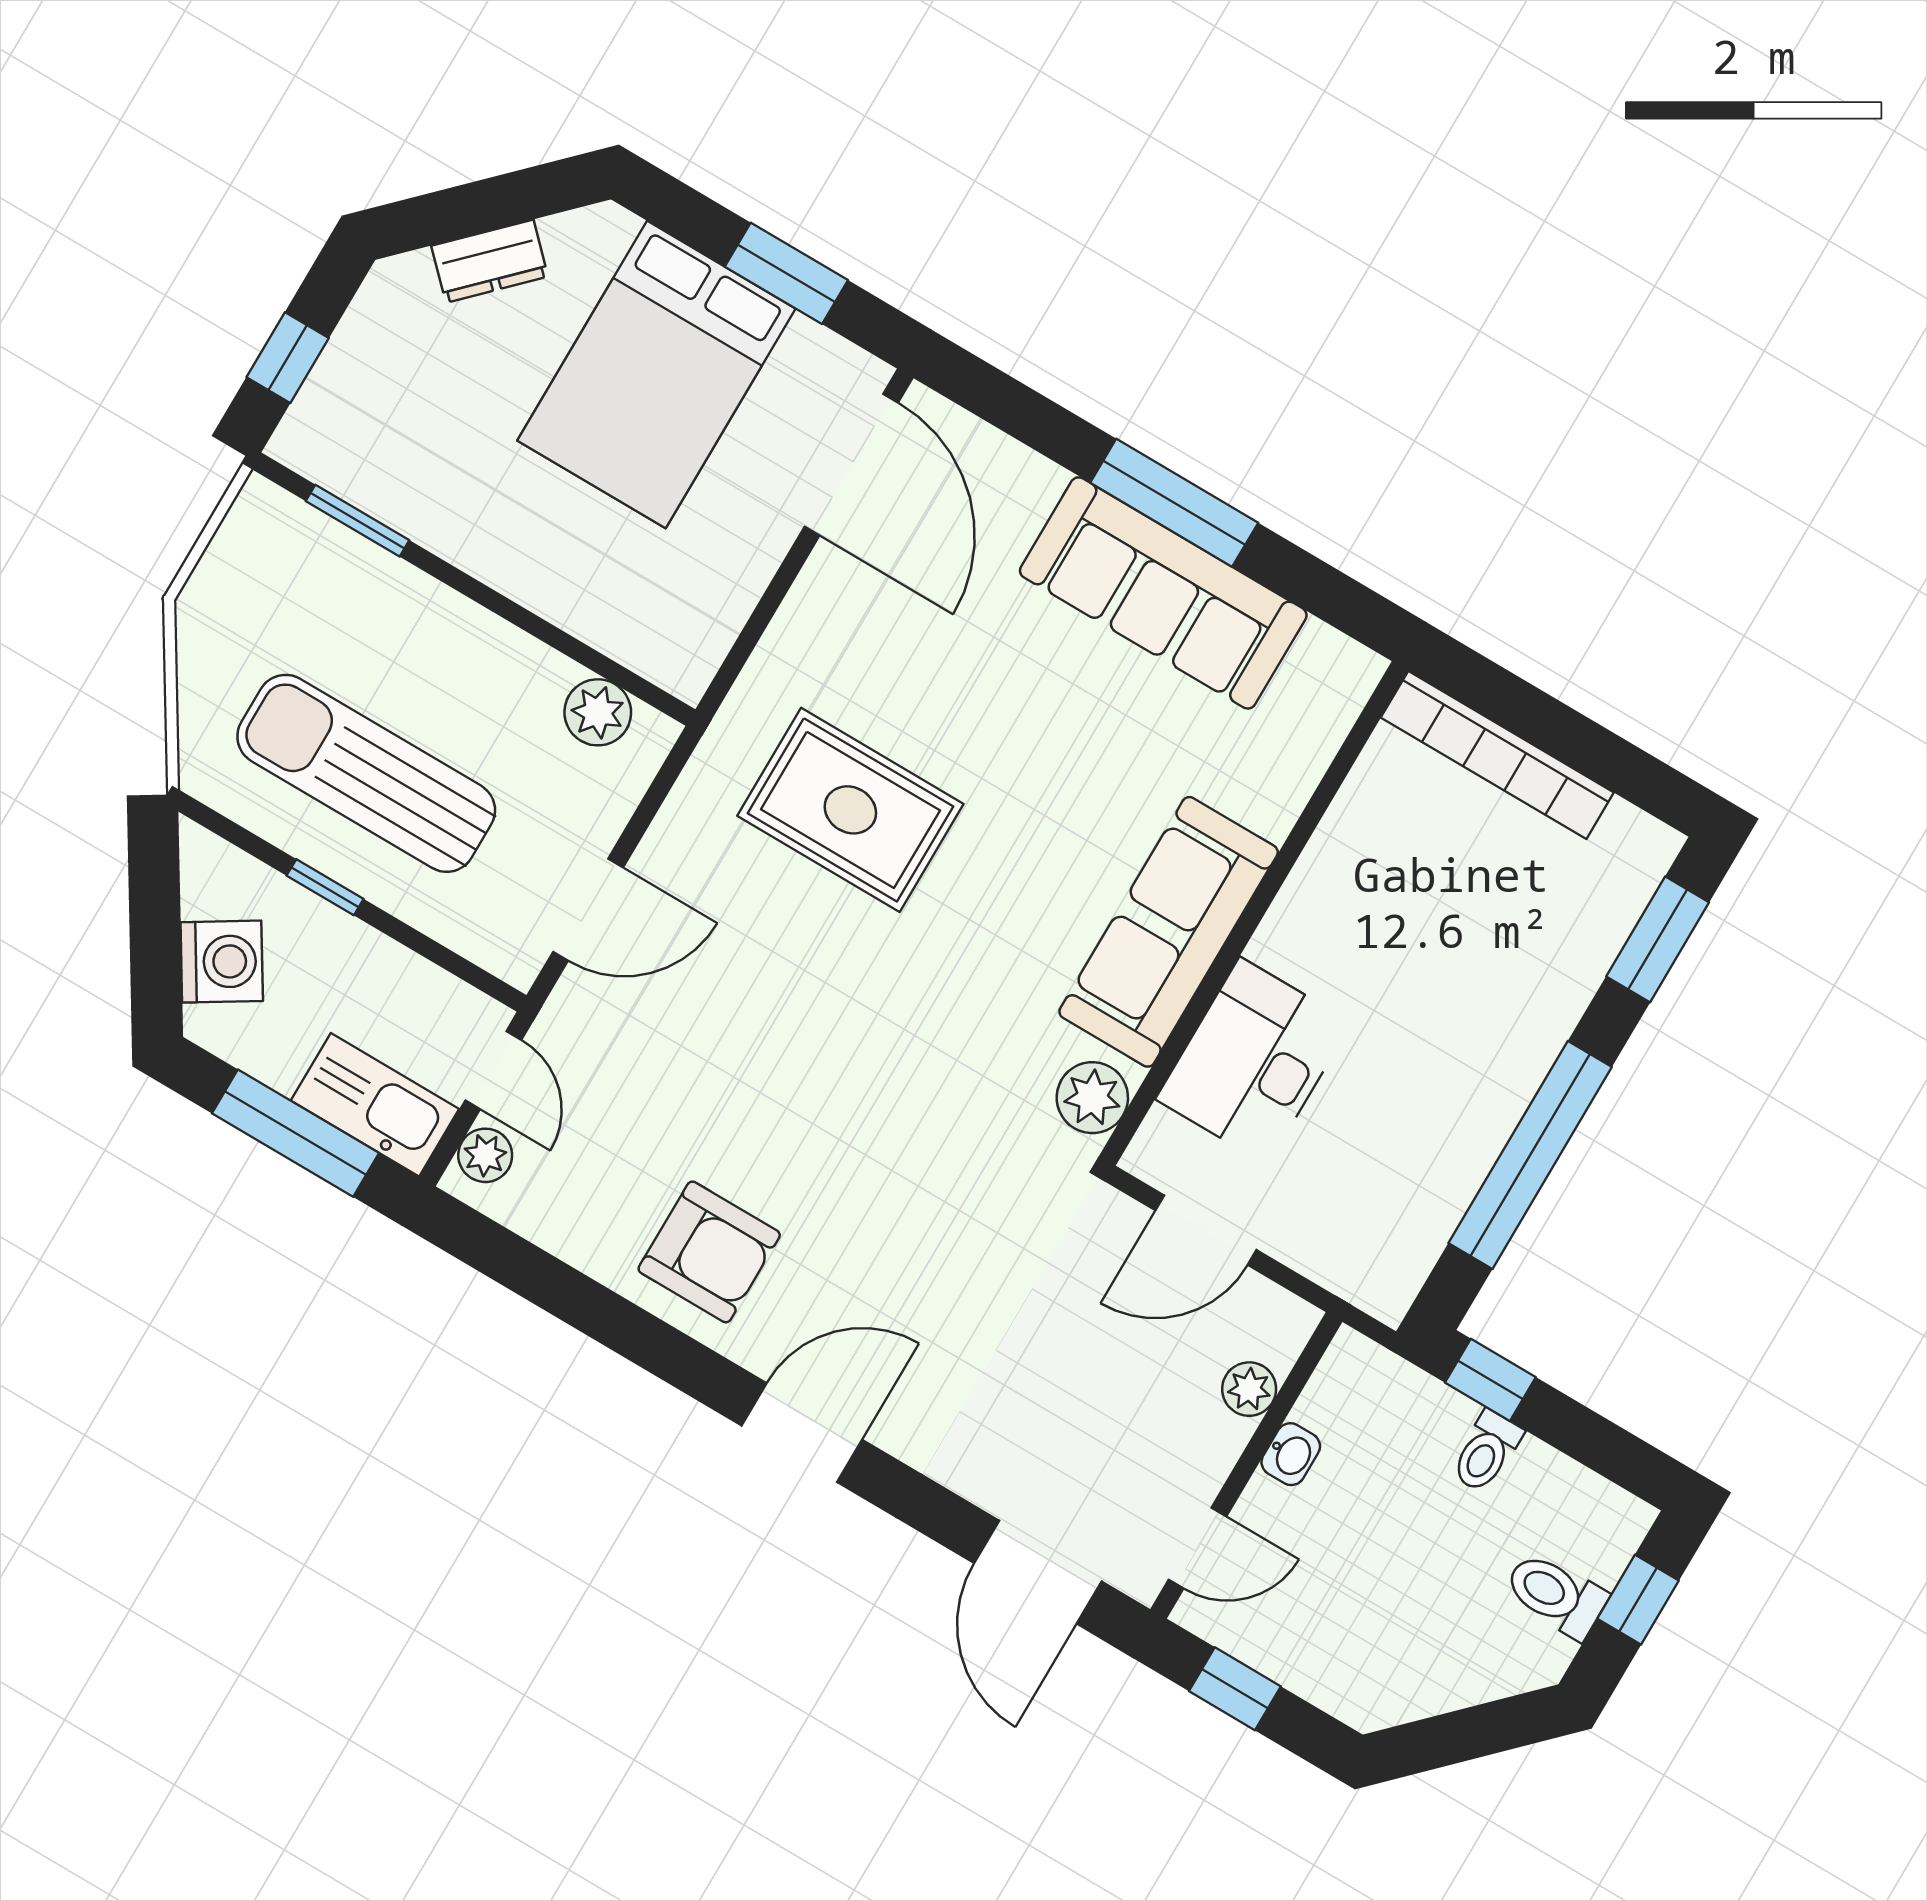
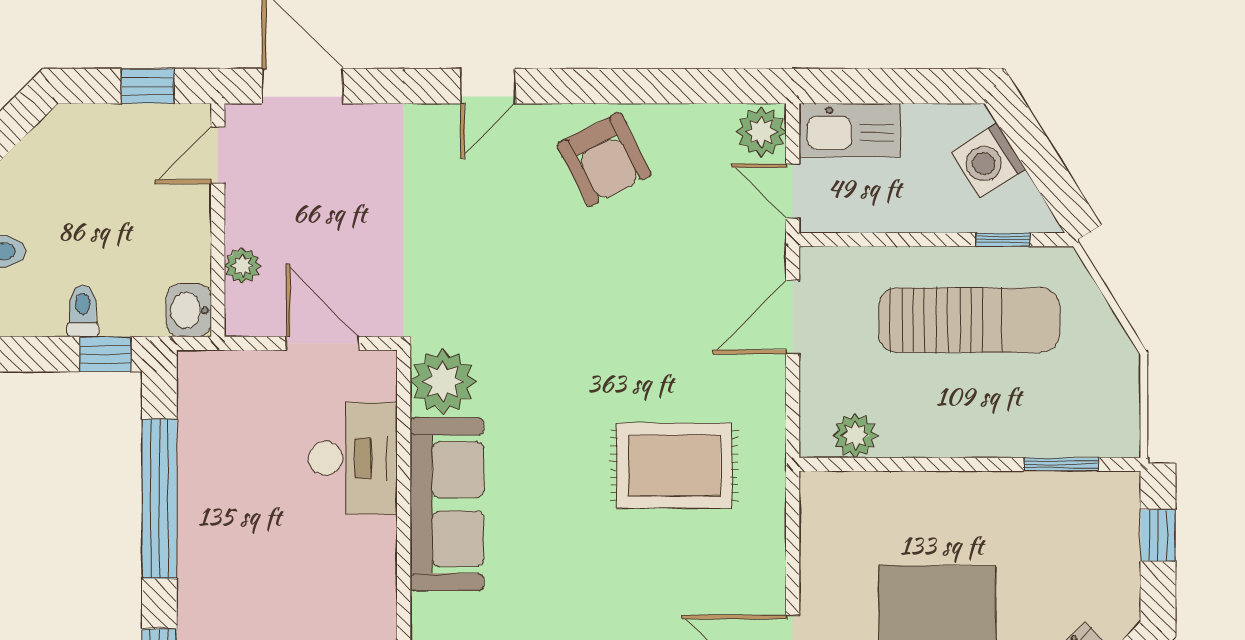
window: (325, 887) -> (1003, 240), moved
plant: (1092, 1098) -> (443, 381), width x1.36, depth x1.36
window: (296, 1133) -> (886, 86), removed
plant: (485, 1155) -> (761, 132), width x1.38, depth x1.38
door: (1206, 1230) -> (322, 343), hinge flipped
armchair: (709, 1252) -> (604, 160), turned -117
door: (802, 1433) -> (488, 86), width x0.73
washbasin: (1291, 1454) -> (189, 310), moved, width x1.38, depth x1.45

